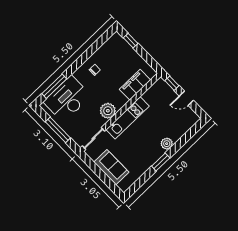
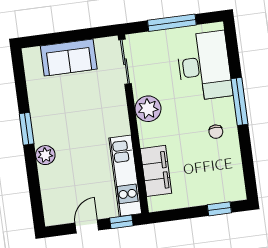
window: (54, 86) -> (239, 101), moved
kitchen unit: (128, 118) -> (125, 176), moved

